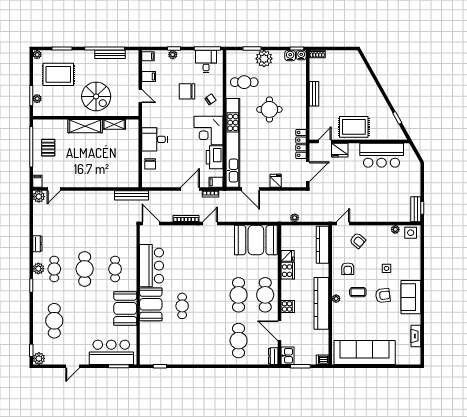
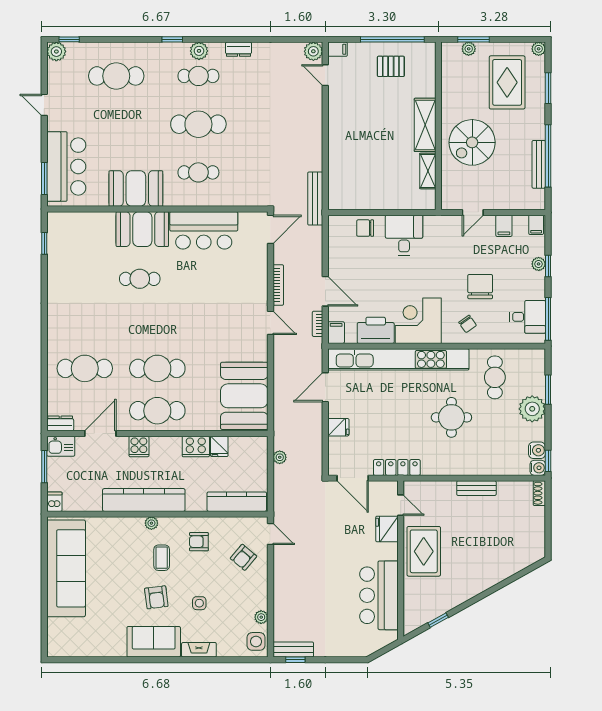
fireplace: (416, 336) -> (199, 650), moved

